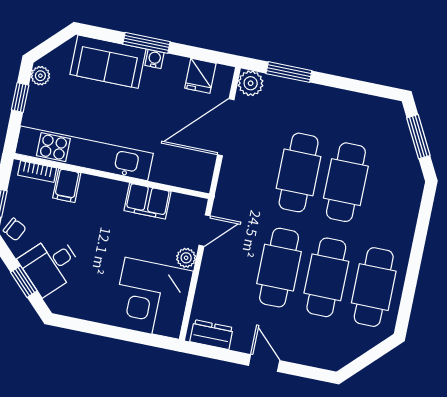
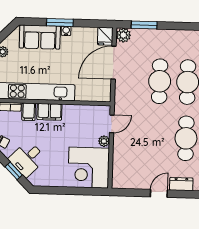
fridge: (200, 76) -> (105, 36), moved
filing cabinet: (148, 201) -> (49, 112), moved
cafe table: (279, 268) -> (158, 137), removed
dresser: (212, 335) -> (181, 184), moved
door: (264, 363) -> (159, 193), hinge flipped

